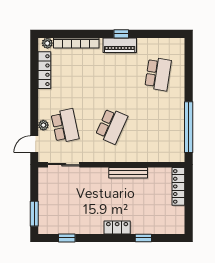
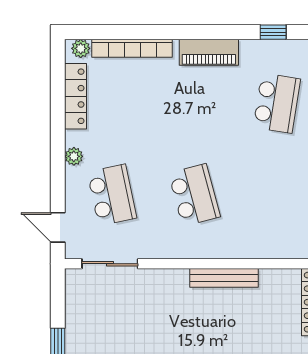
window: (121, 34) -> (273, 32), moved
plant: (43, 125) -> (74, 156), moved
school desk: (111, 126) -> (194, 195), turned -39
door: (34, 144) -> (58, 227), hinge flipped

